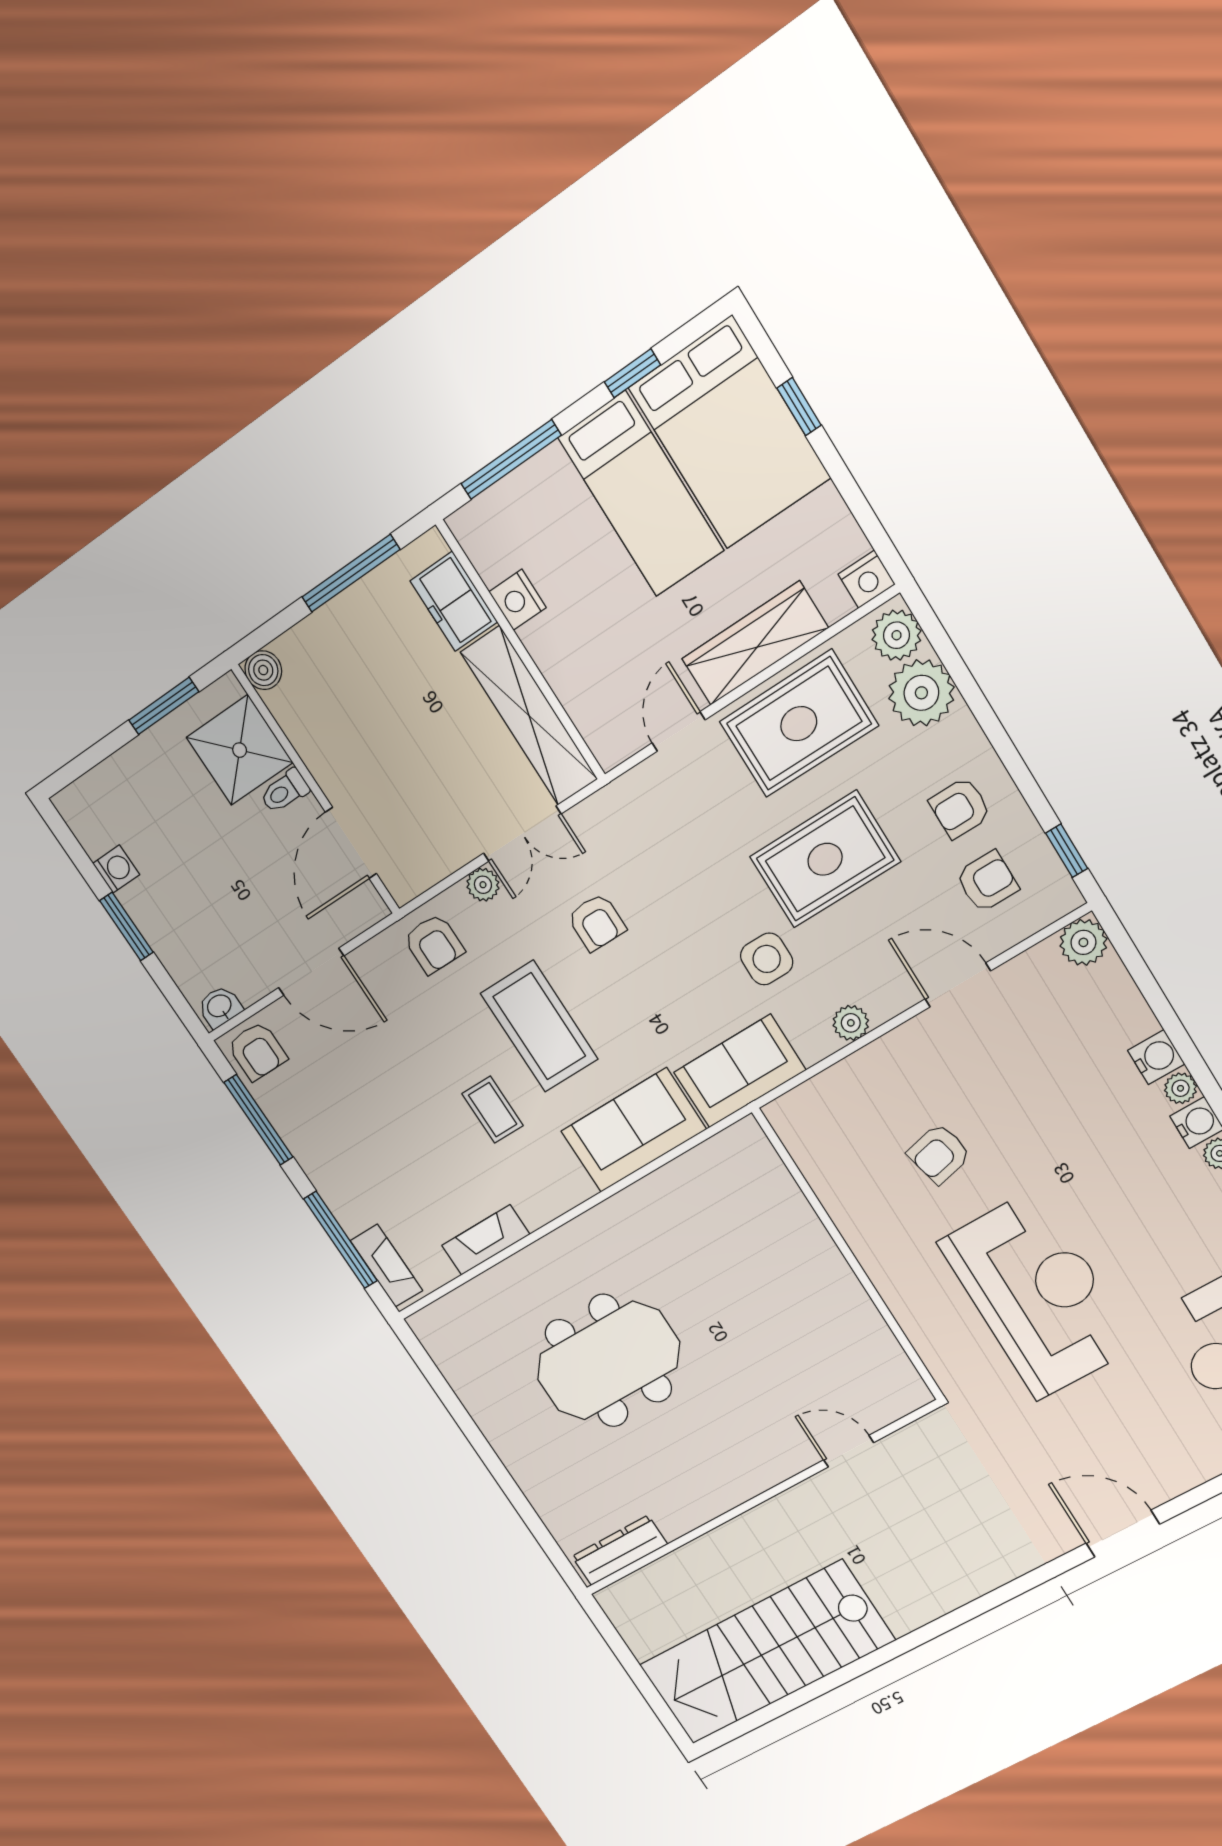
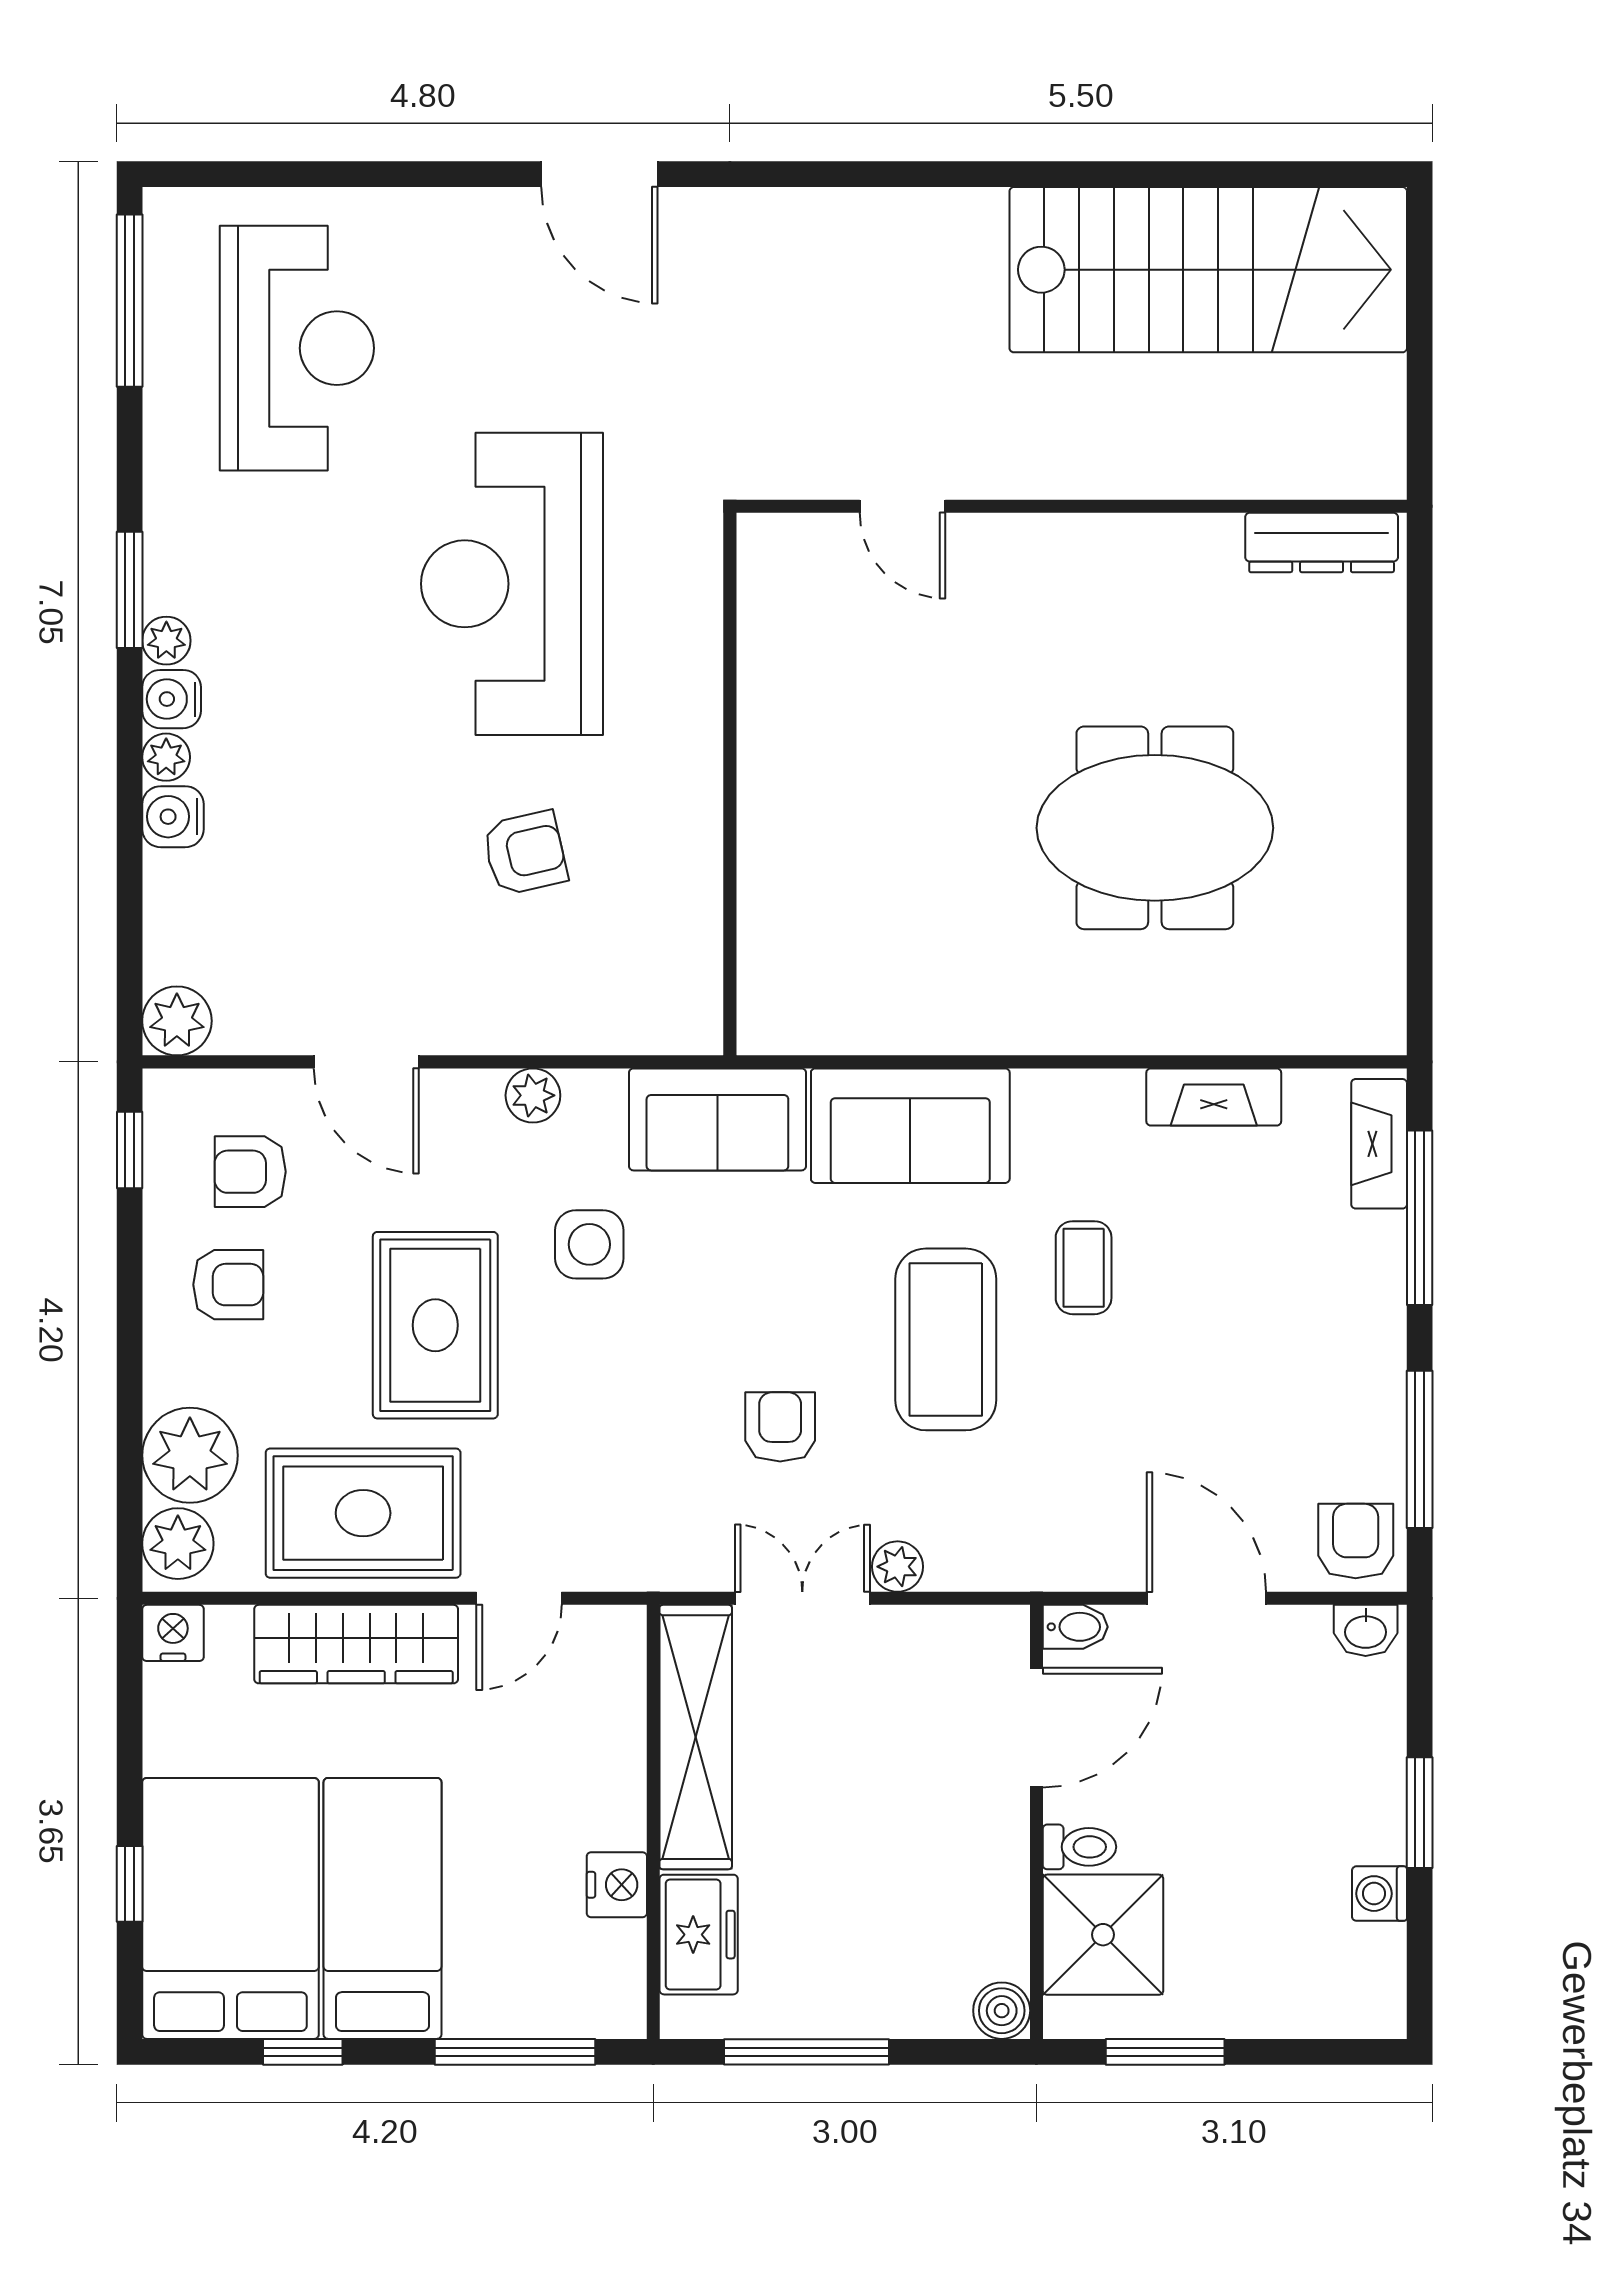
rug: (825, 859) -> (435, 1325), turned 90
bidet: (368, 912) -> (1075, 1627), added
armchair: (434, 944) -> (1015, 1532), removed

